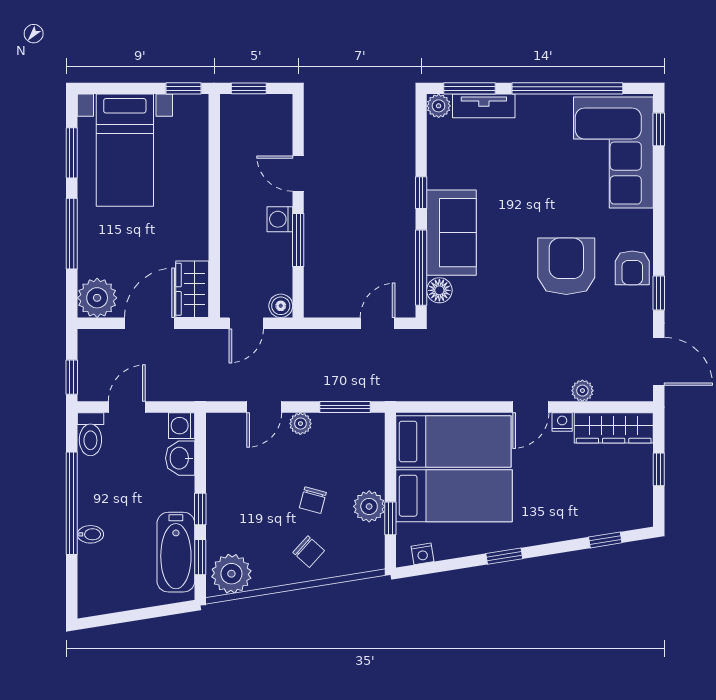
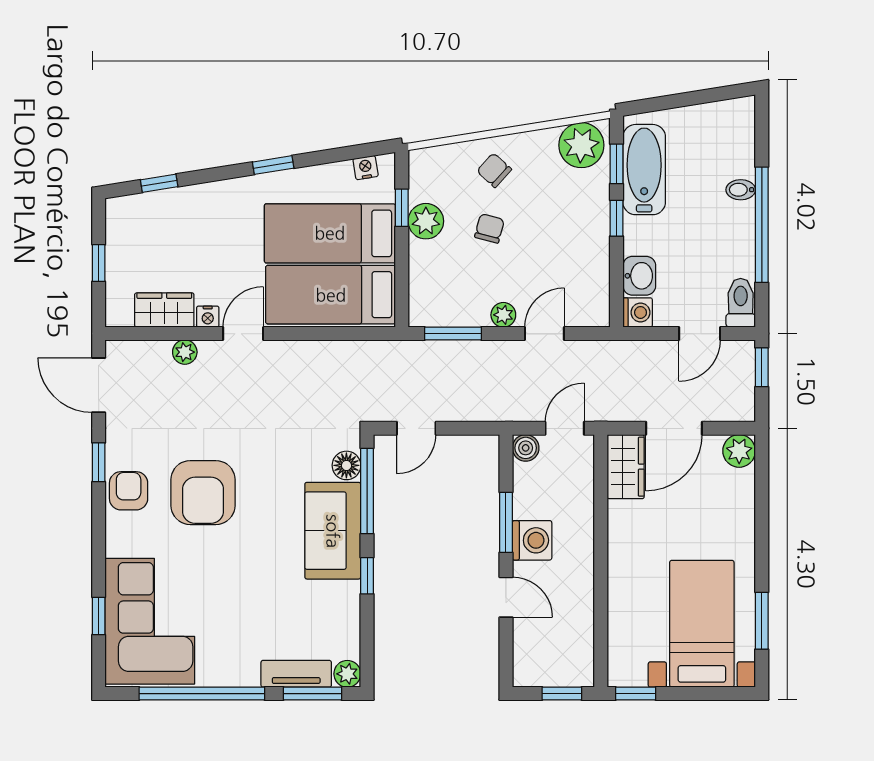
window: (659, 129) -> (99, 616), moved
washing machine: (280, 219) -> (532, 540), width x1.38, depth x1.38
window: (72, 234) -> (762, 529), removed
plant: (97, 298) -> (739, 451), width x0.73, depth x0.73
wardrobe: (614, 428) -> (164, 310), width x0.67

